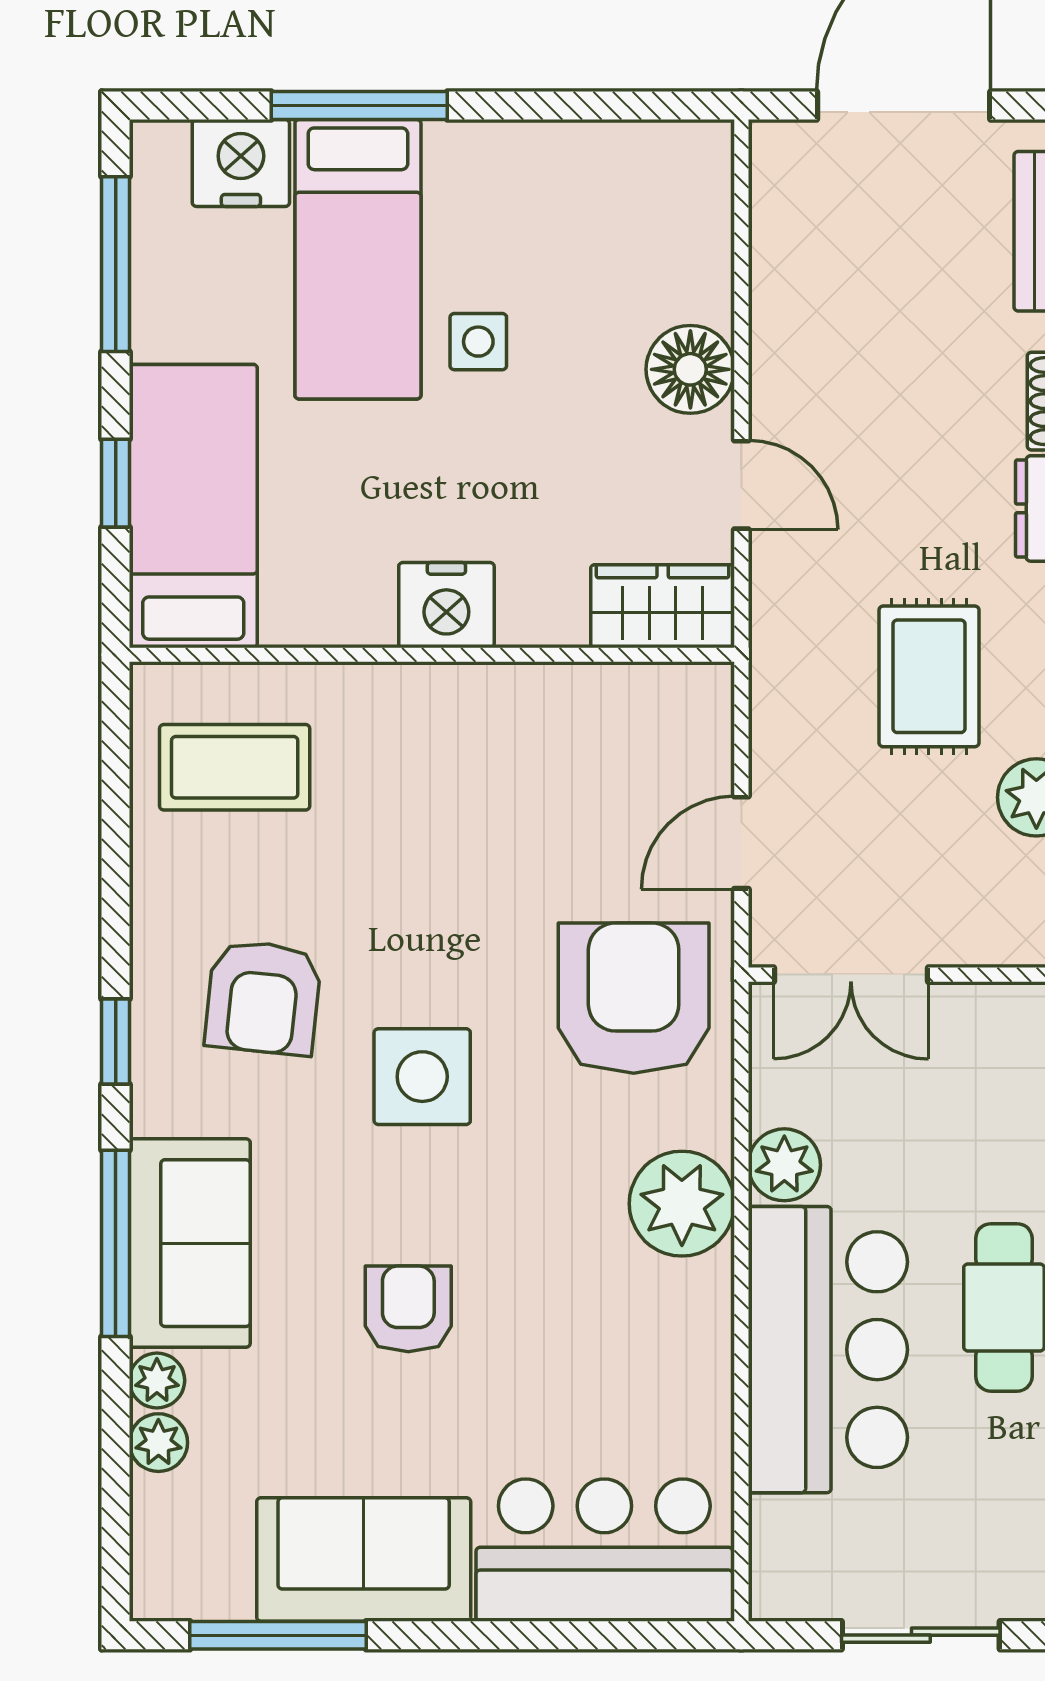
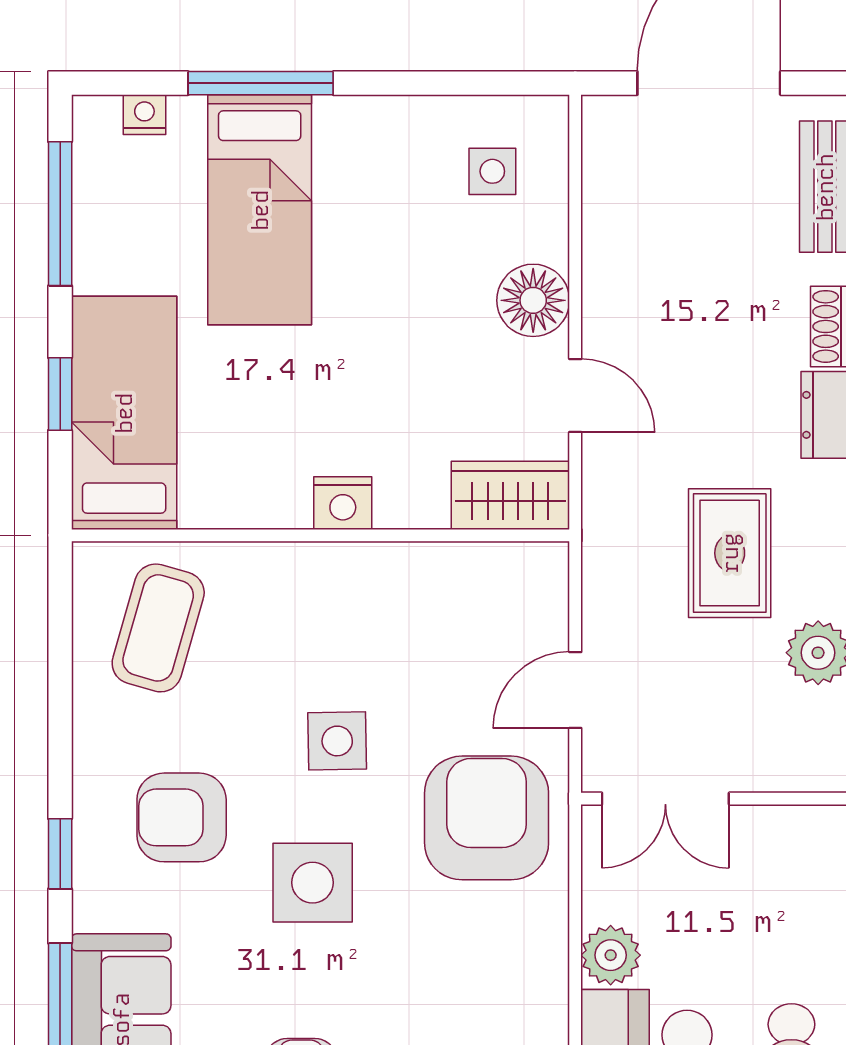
nightstand: (241, 163) -> (144, 115), width x0.53, depth x0.56
side table: (478, 342) -> (492, 171), moved
nightstand: (446, 605) -> (343, 503), width x0.74, depth x0.75
coffee table: (235, 767) -> (158, 628), turned -74
side table: (452, 905) -> (337, 741), added
armchair: (263, 998) -> (182, 817), turned 84
plant: (682, 1204) -> (526, 987), removed

